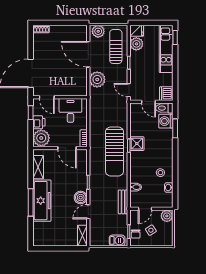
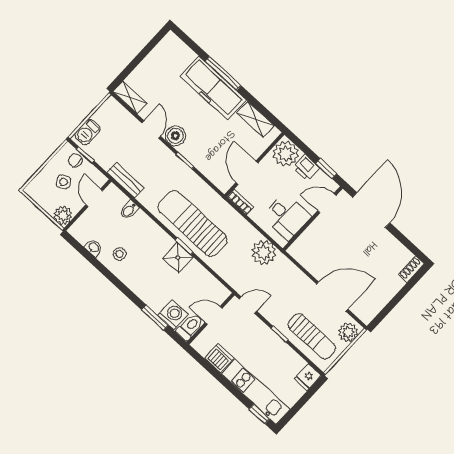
plant: (136, 44) -> (293, 363), removed
plant: (97, 79) -> (264, 252), moved
dishwasher: (166, 94) -> (219, 358), moved
door: (67, 148) -> (247, 173), hinge flipped

